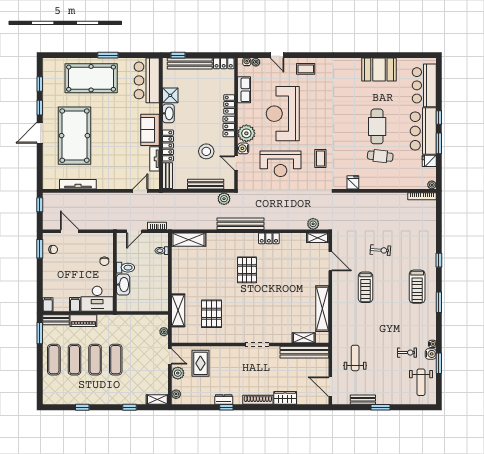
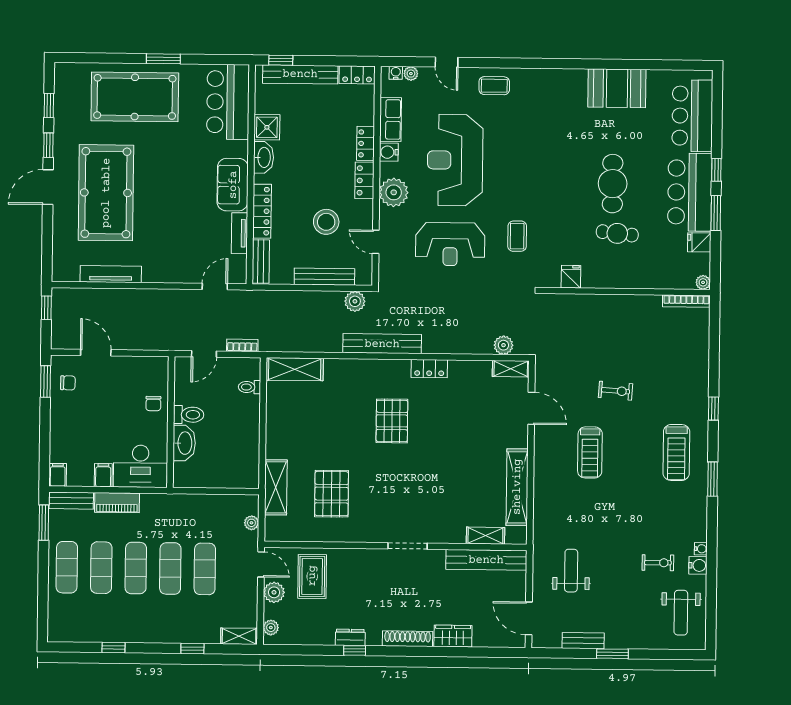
water cooler: (243, 148) -> (389, 152), moved
exercise mat: (136, 360) -> (205, 569), added
window: (439, 363) -> (711, 581), removed

